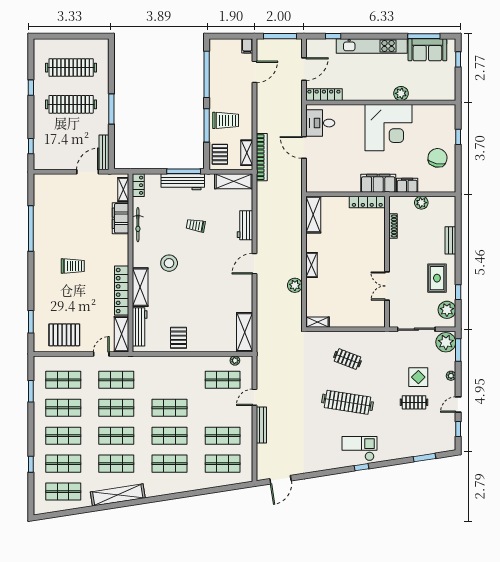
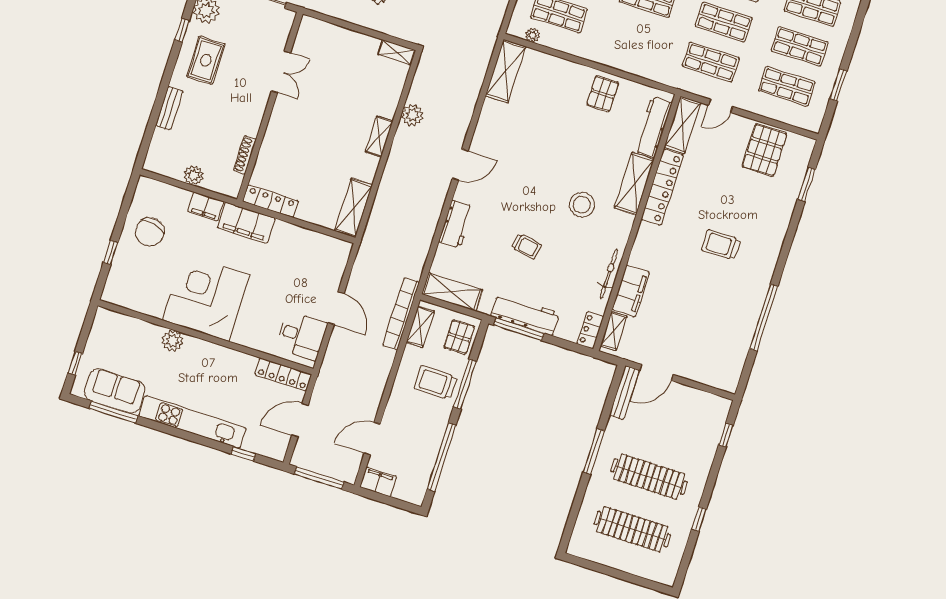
filing cabinet: (247, 46) -> (378, 482), width x2.00
pallet: (64, 335) -> (765, 150), turned 90

